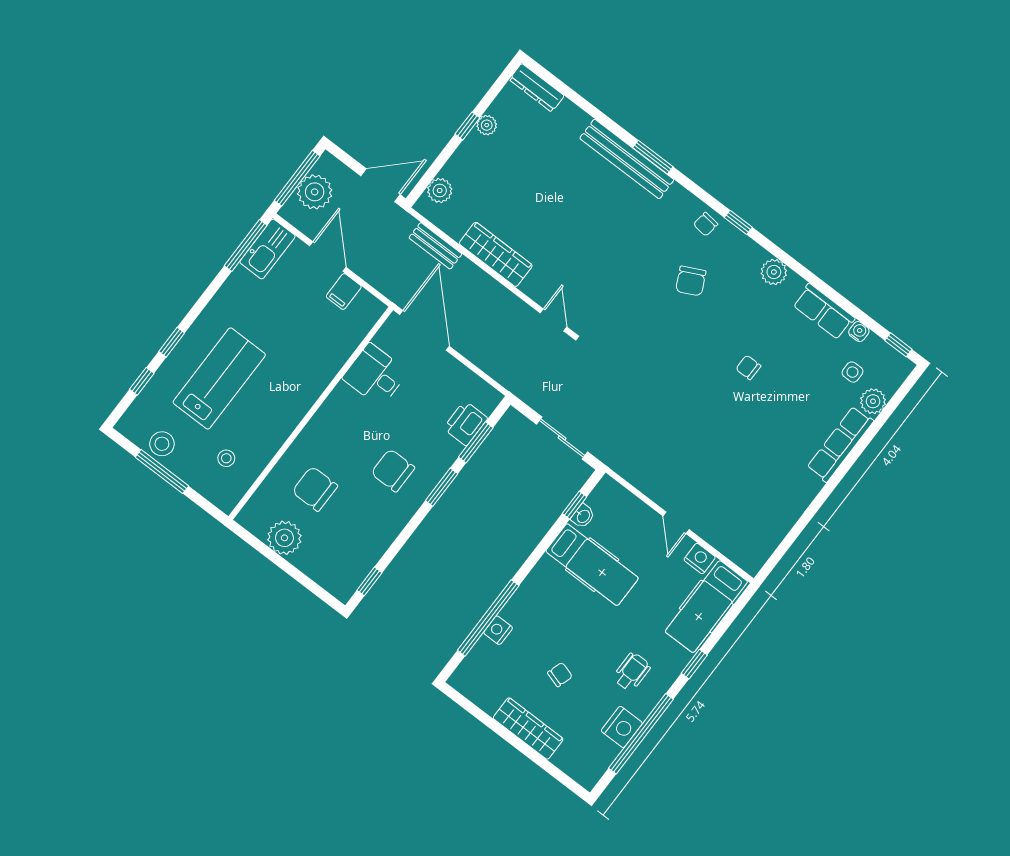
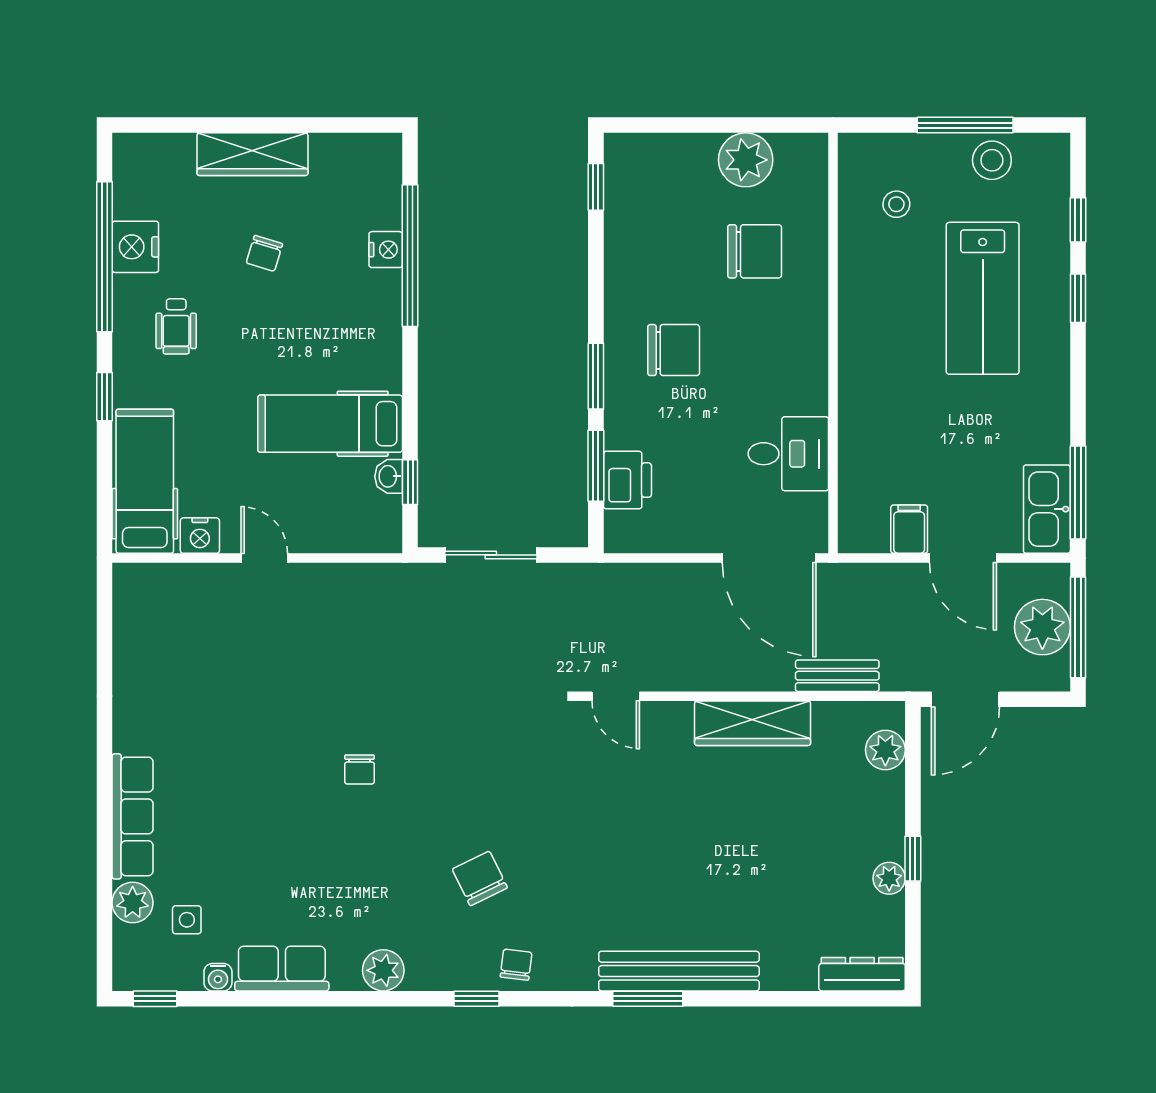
chair: (748, 367) -> (359, 770), moved, turned 90

